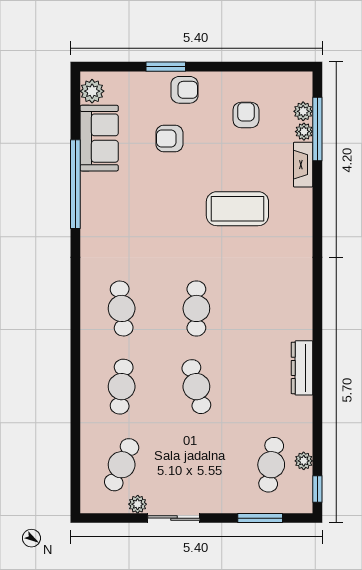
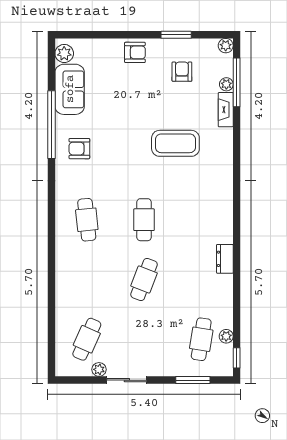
window: (166, 67) -> (176, 35), moved
plant: (303, 111) -> (226, 46), moved
armchair: (169, 139) -> (79, 149), moved
dresser: (302, 368) -> (225, 259), width x0.70
cafe table: (122, 387) -> (87, 279), removed
cafe table: (196, 387) -> (144, 279), turned 36

